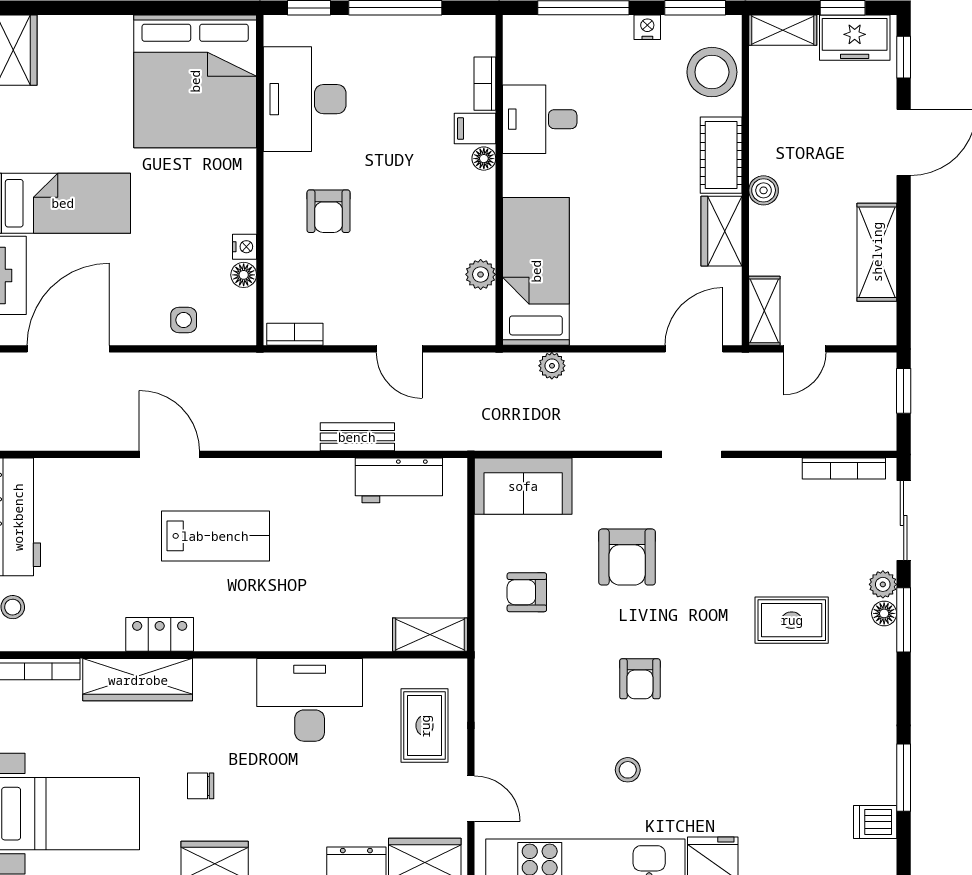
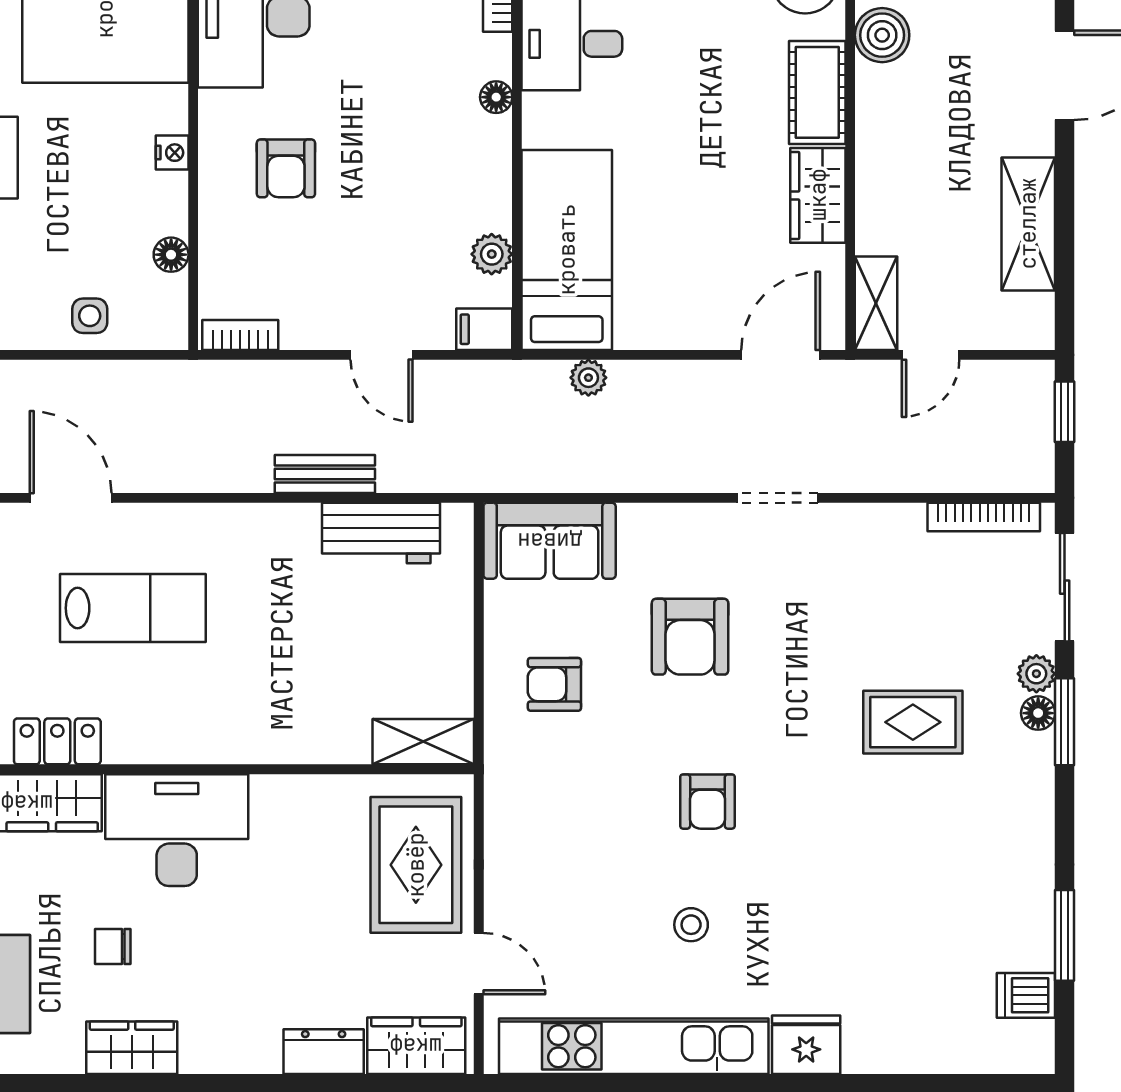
filing cabinet: (475, 129) -> (484, 329), moved
boiler: (764, 190) -> (882, 35), moved, width x1.36, depth x1.36
nightstand: (244, 247) -> (172, 153), moved
desk: (310, 700) -> (177, 830), moved
rug: (425, 726) -> (416, 865), width x1.36, depth x1.43

